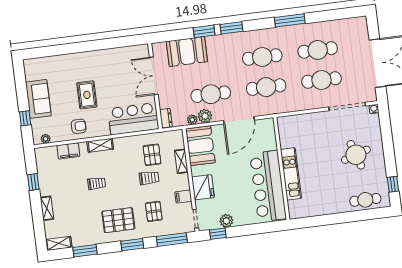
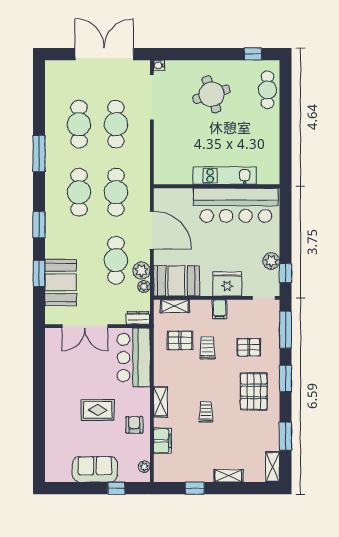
window: (204, 31) -> (39, 273), moved
shelving: (181, 161) -> (175, 306), moved
filing cabinet: (183, 197) -> (219, 309), moved

